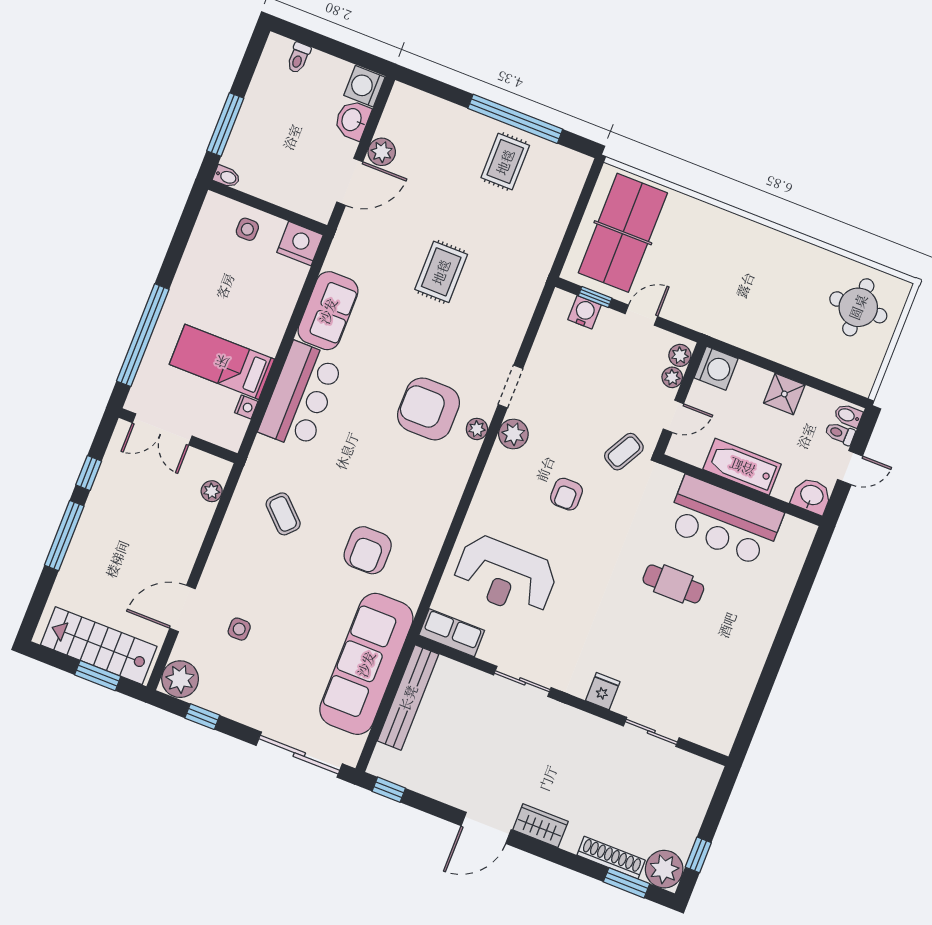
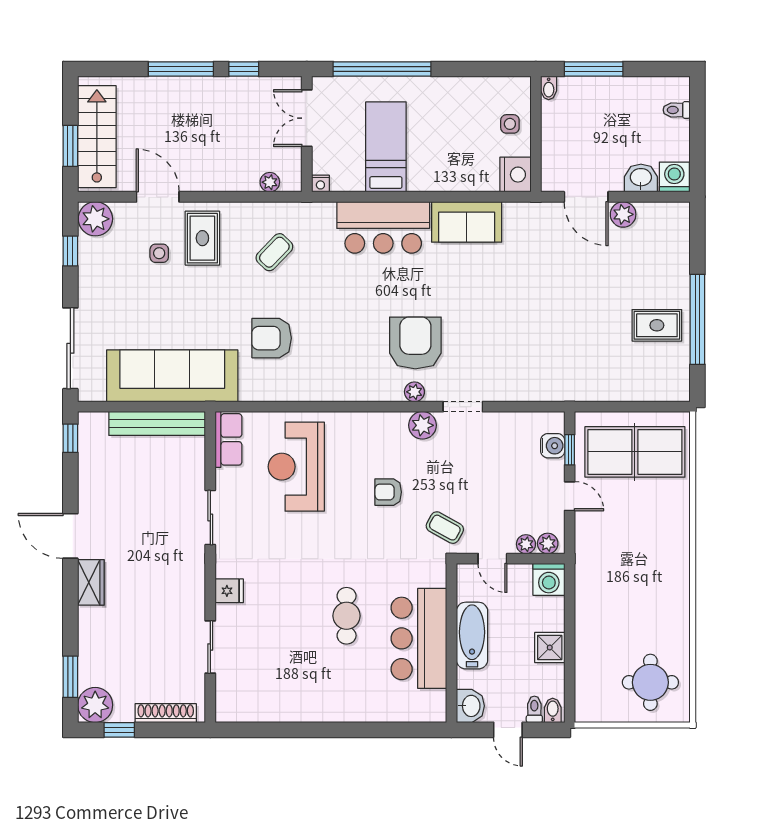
rug: (441, 272) -> (202, 238), moved, turned 90
nightstand: (246, 407) -> (320, 184), moved
shoe rack: (611, 858) -> (166, 713), moved, turned -90

